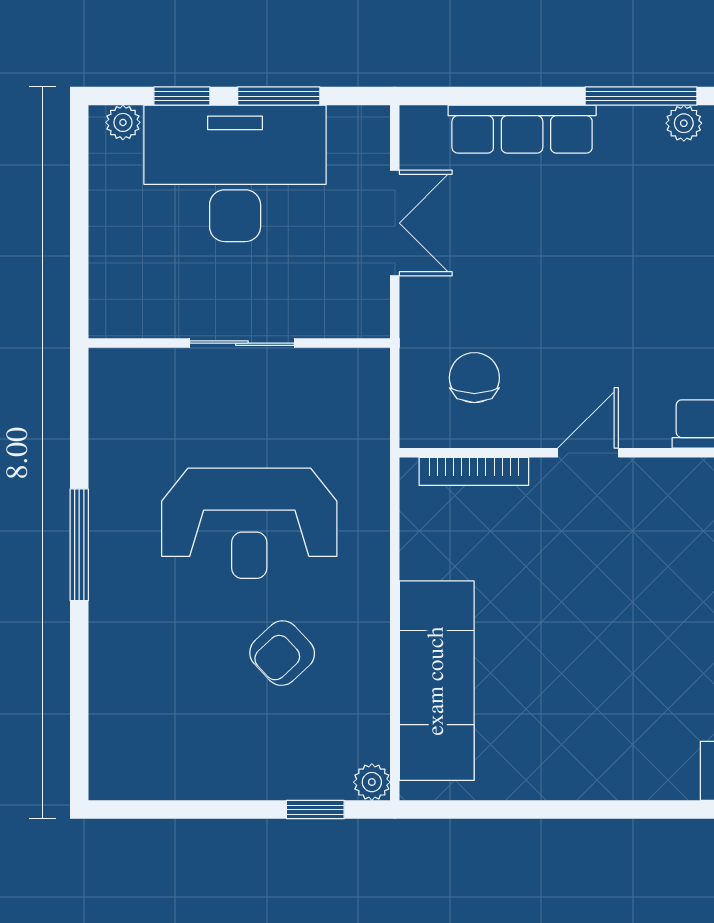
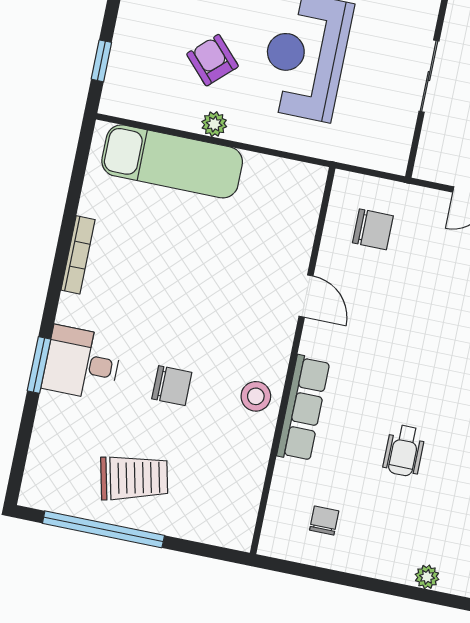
bookcase: (474, 471) -> (78, 255), moved, turned 180
plant: (372, 782) -> (214, 124), moved

